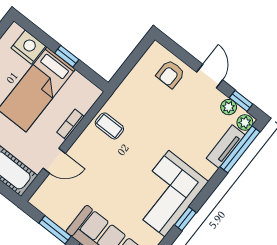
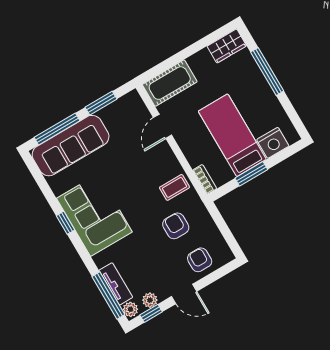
window: (67, 56) -> (251, 174), width x1.50
armchair: (146, 110) -> (176, 226), added
bookcase: (71, 124) -> (205, 179), moved

